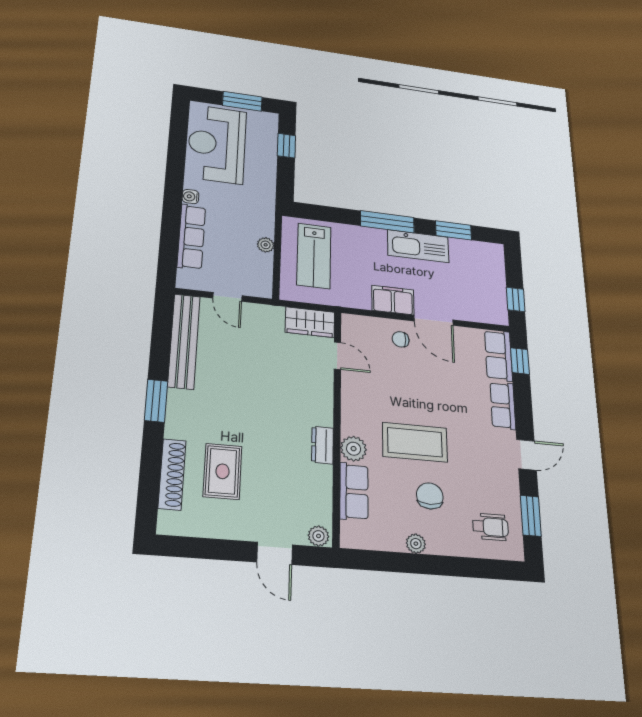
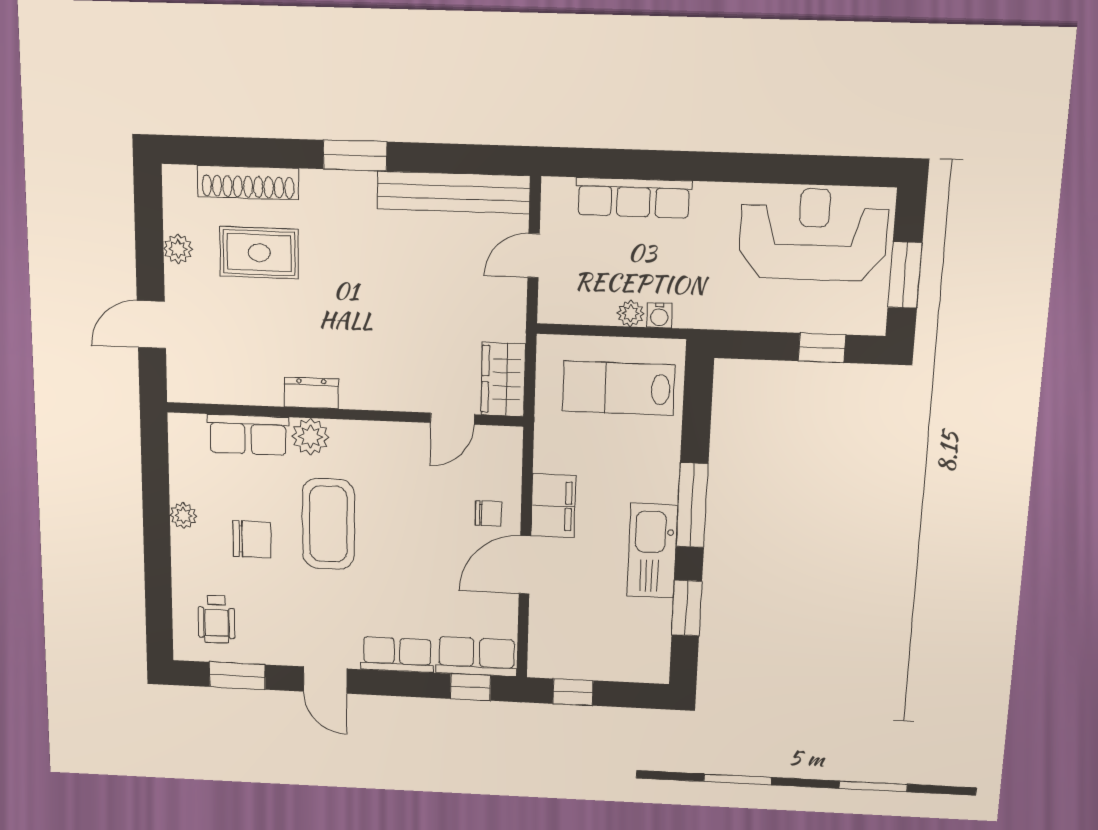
water cooler: (190, 197) -> (659, 315), moved, turned 180
chair: (401, 339) -> (488, 513), turned 90
plant: (318, 536) -> (178, 249), moved

